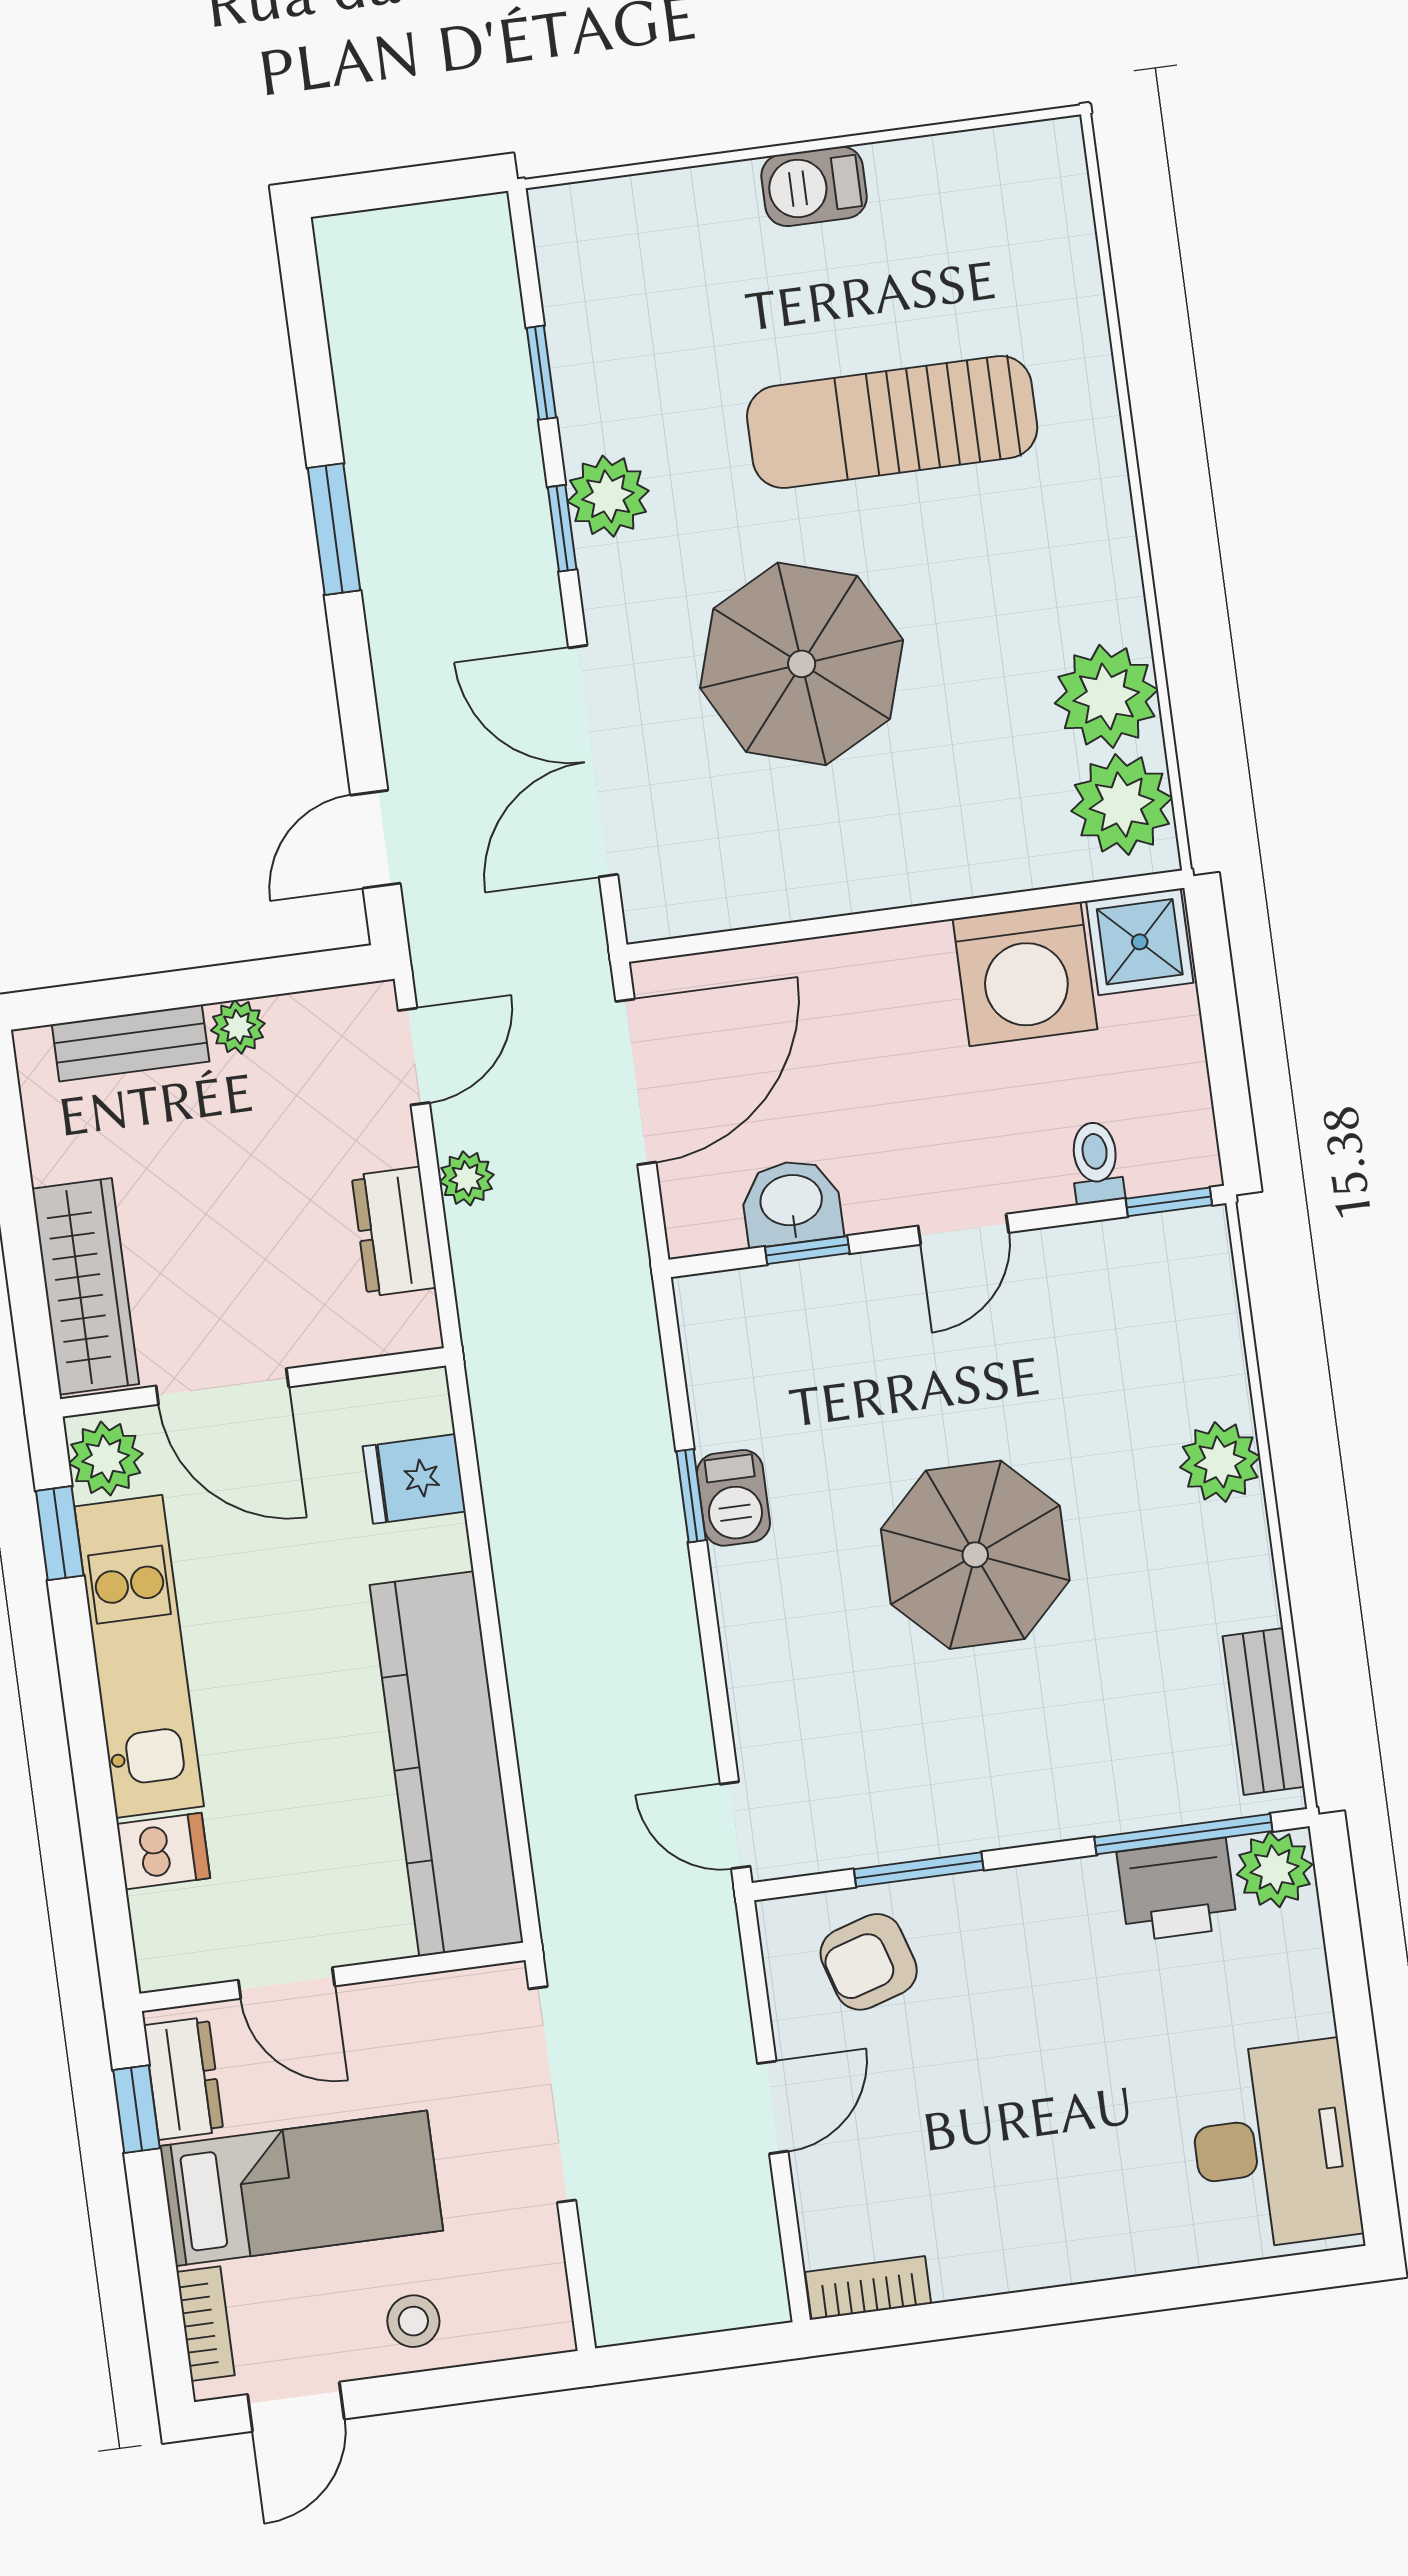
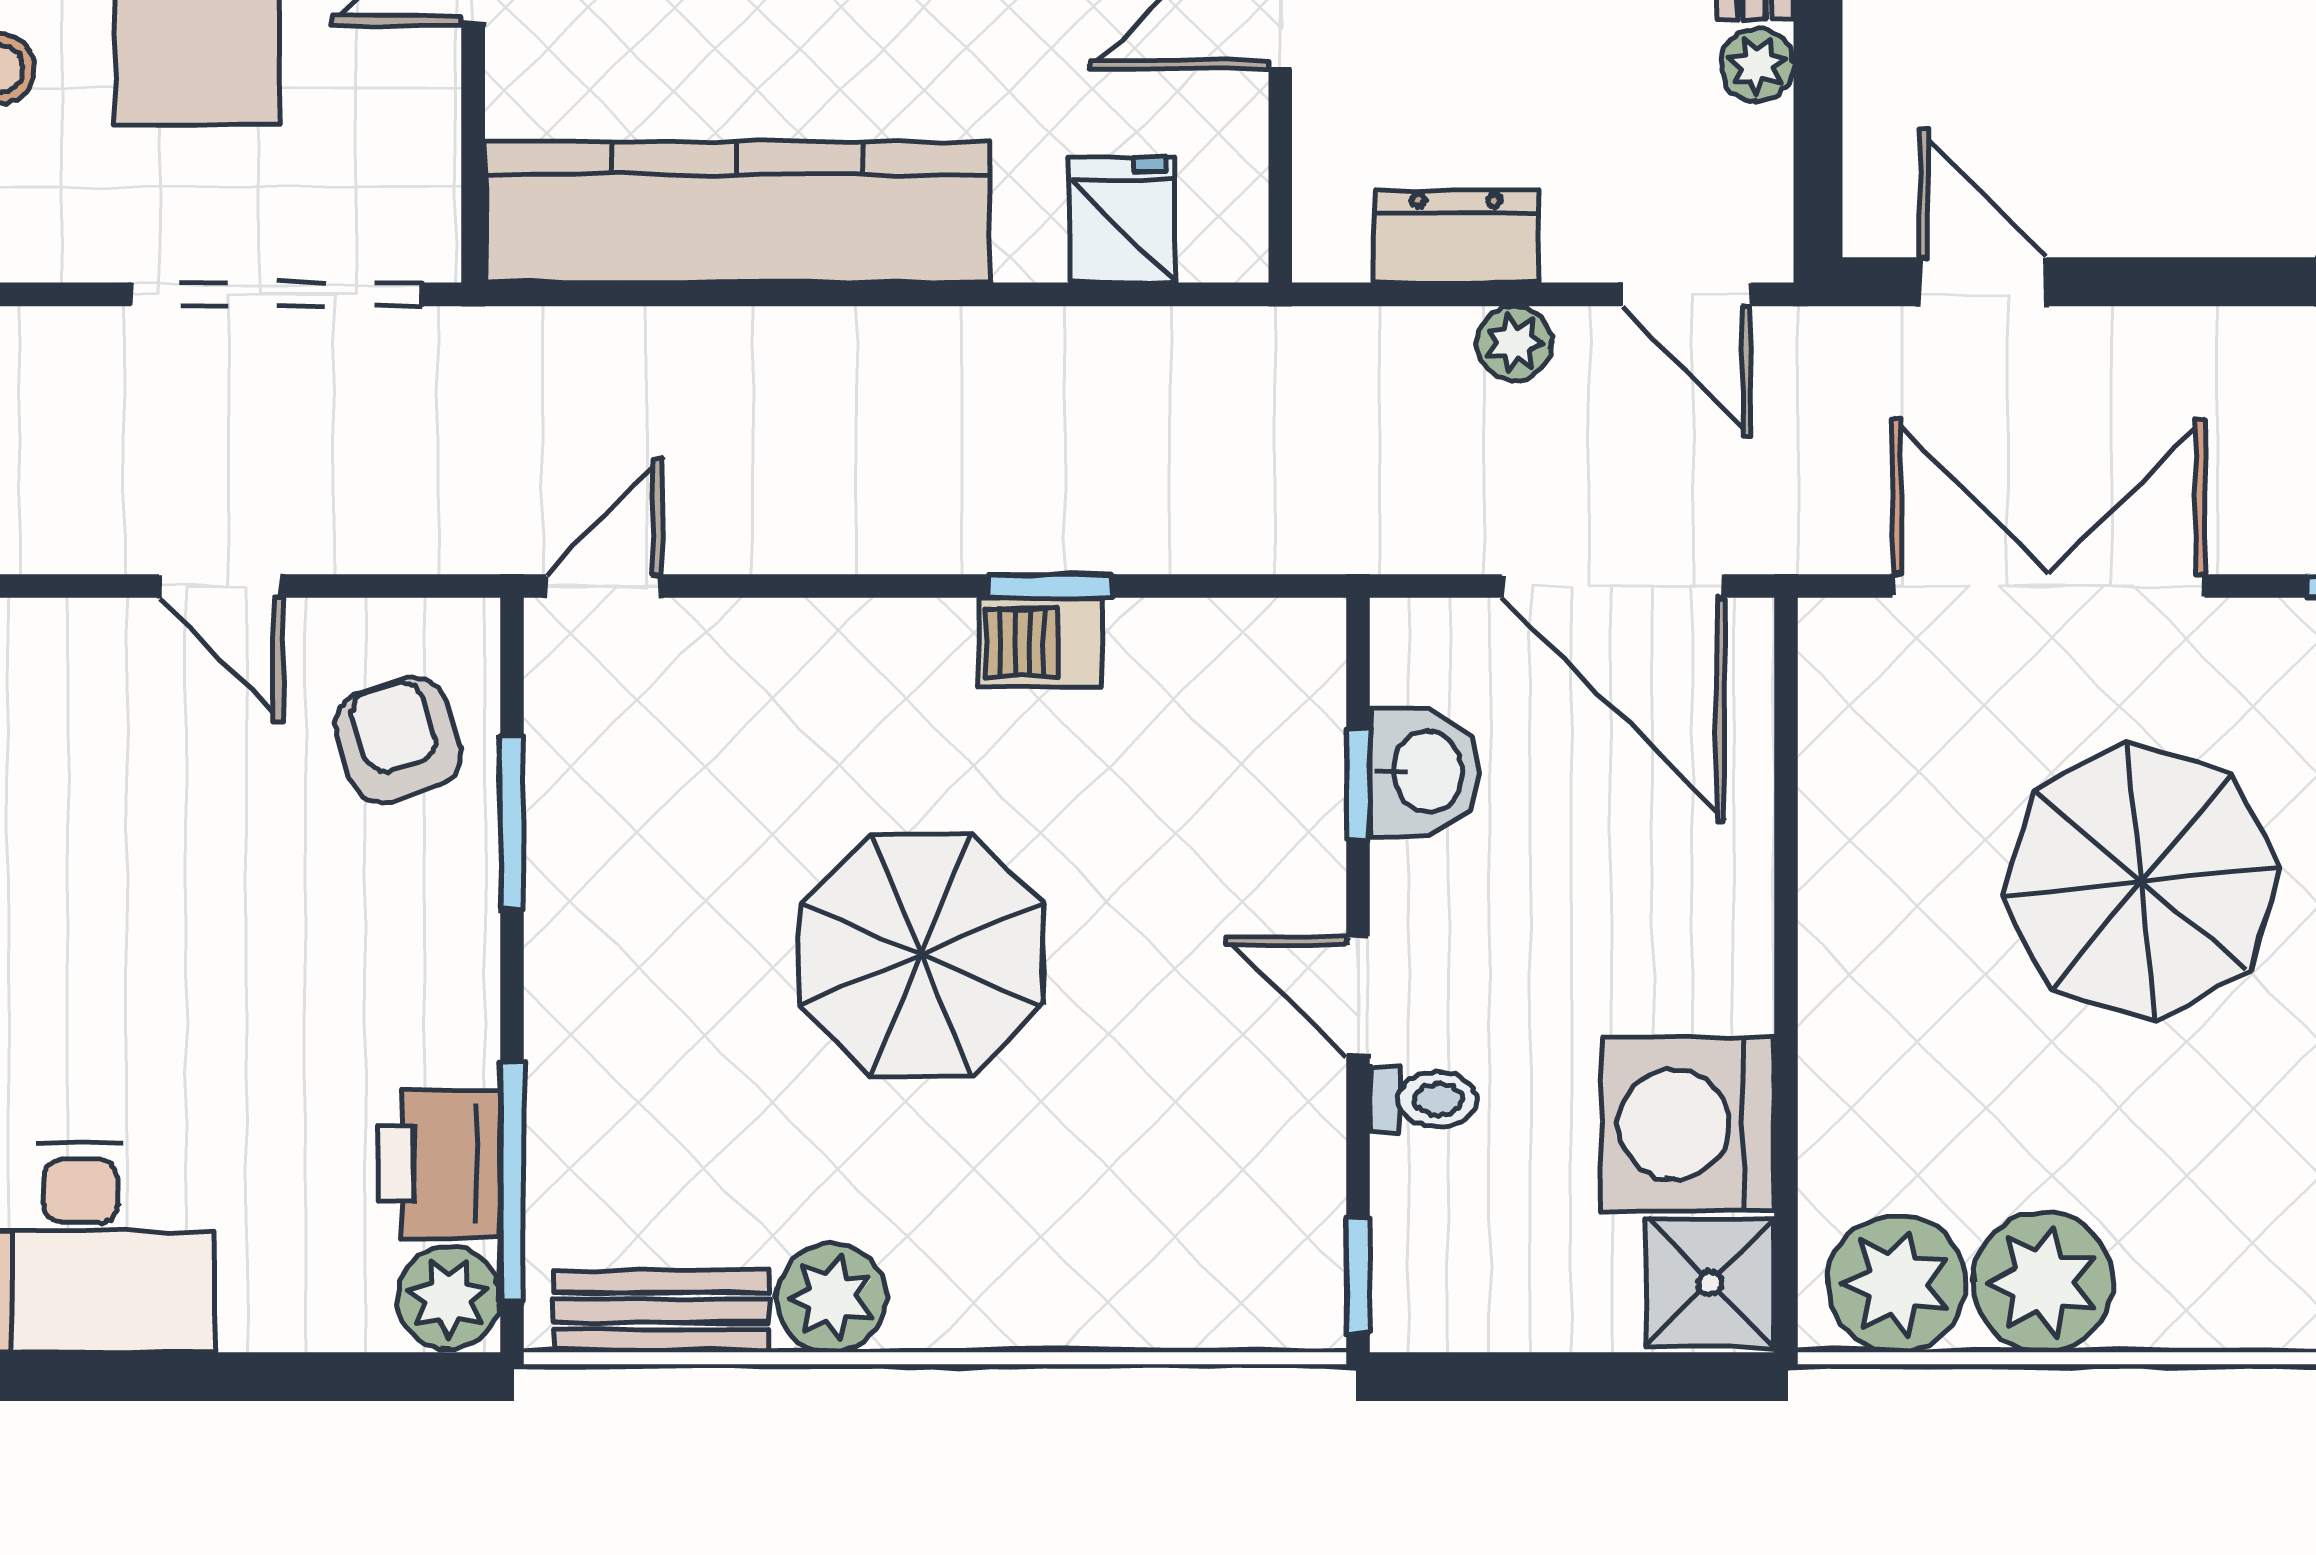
toilet: (1096, 1162) -> (1424, 1099), moved
plant: (1220, 1462) -> (832, 1298), moved

